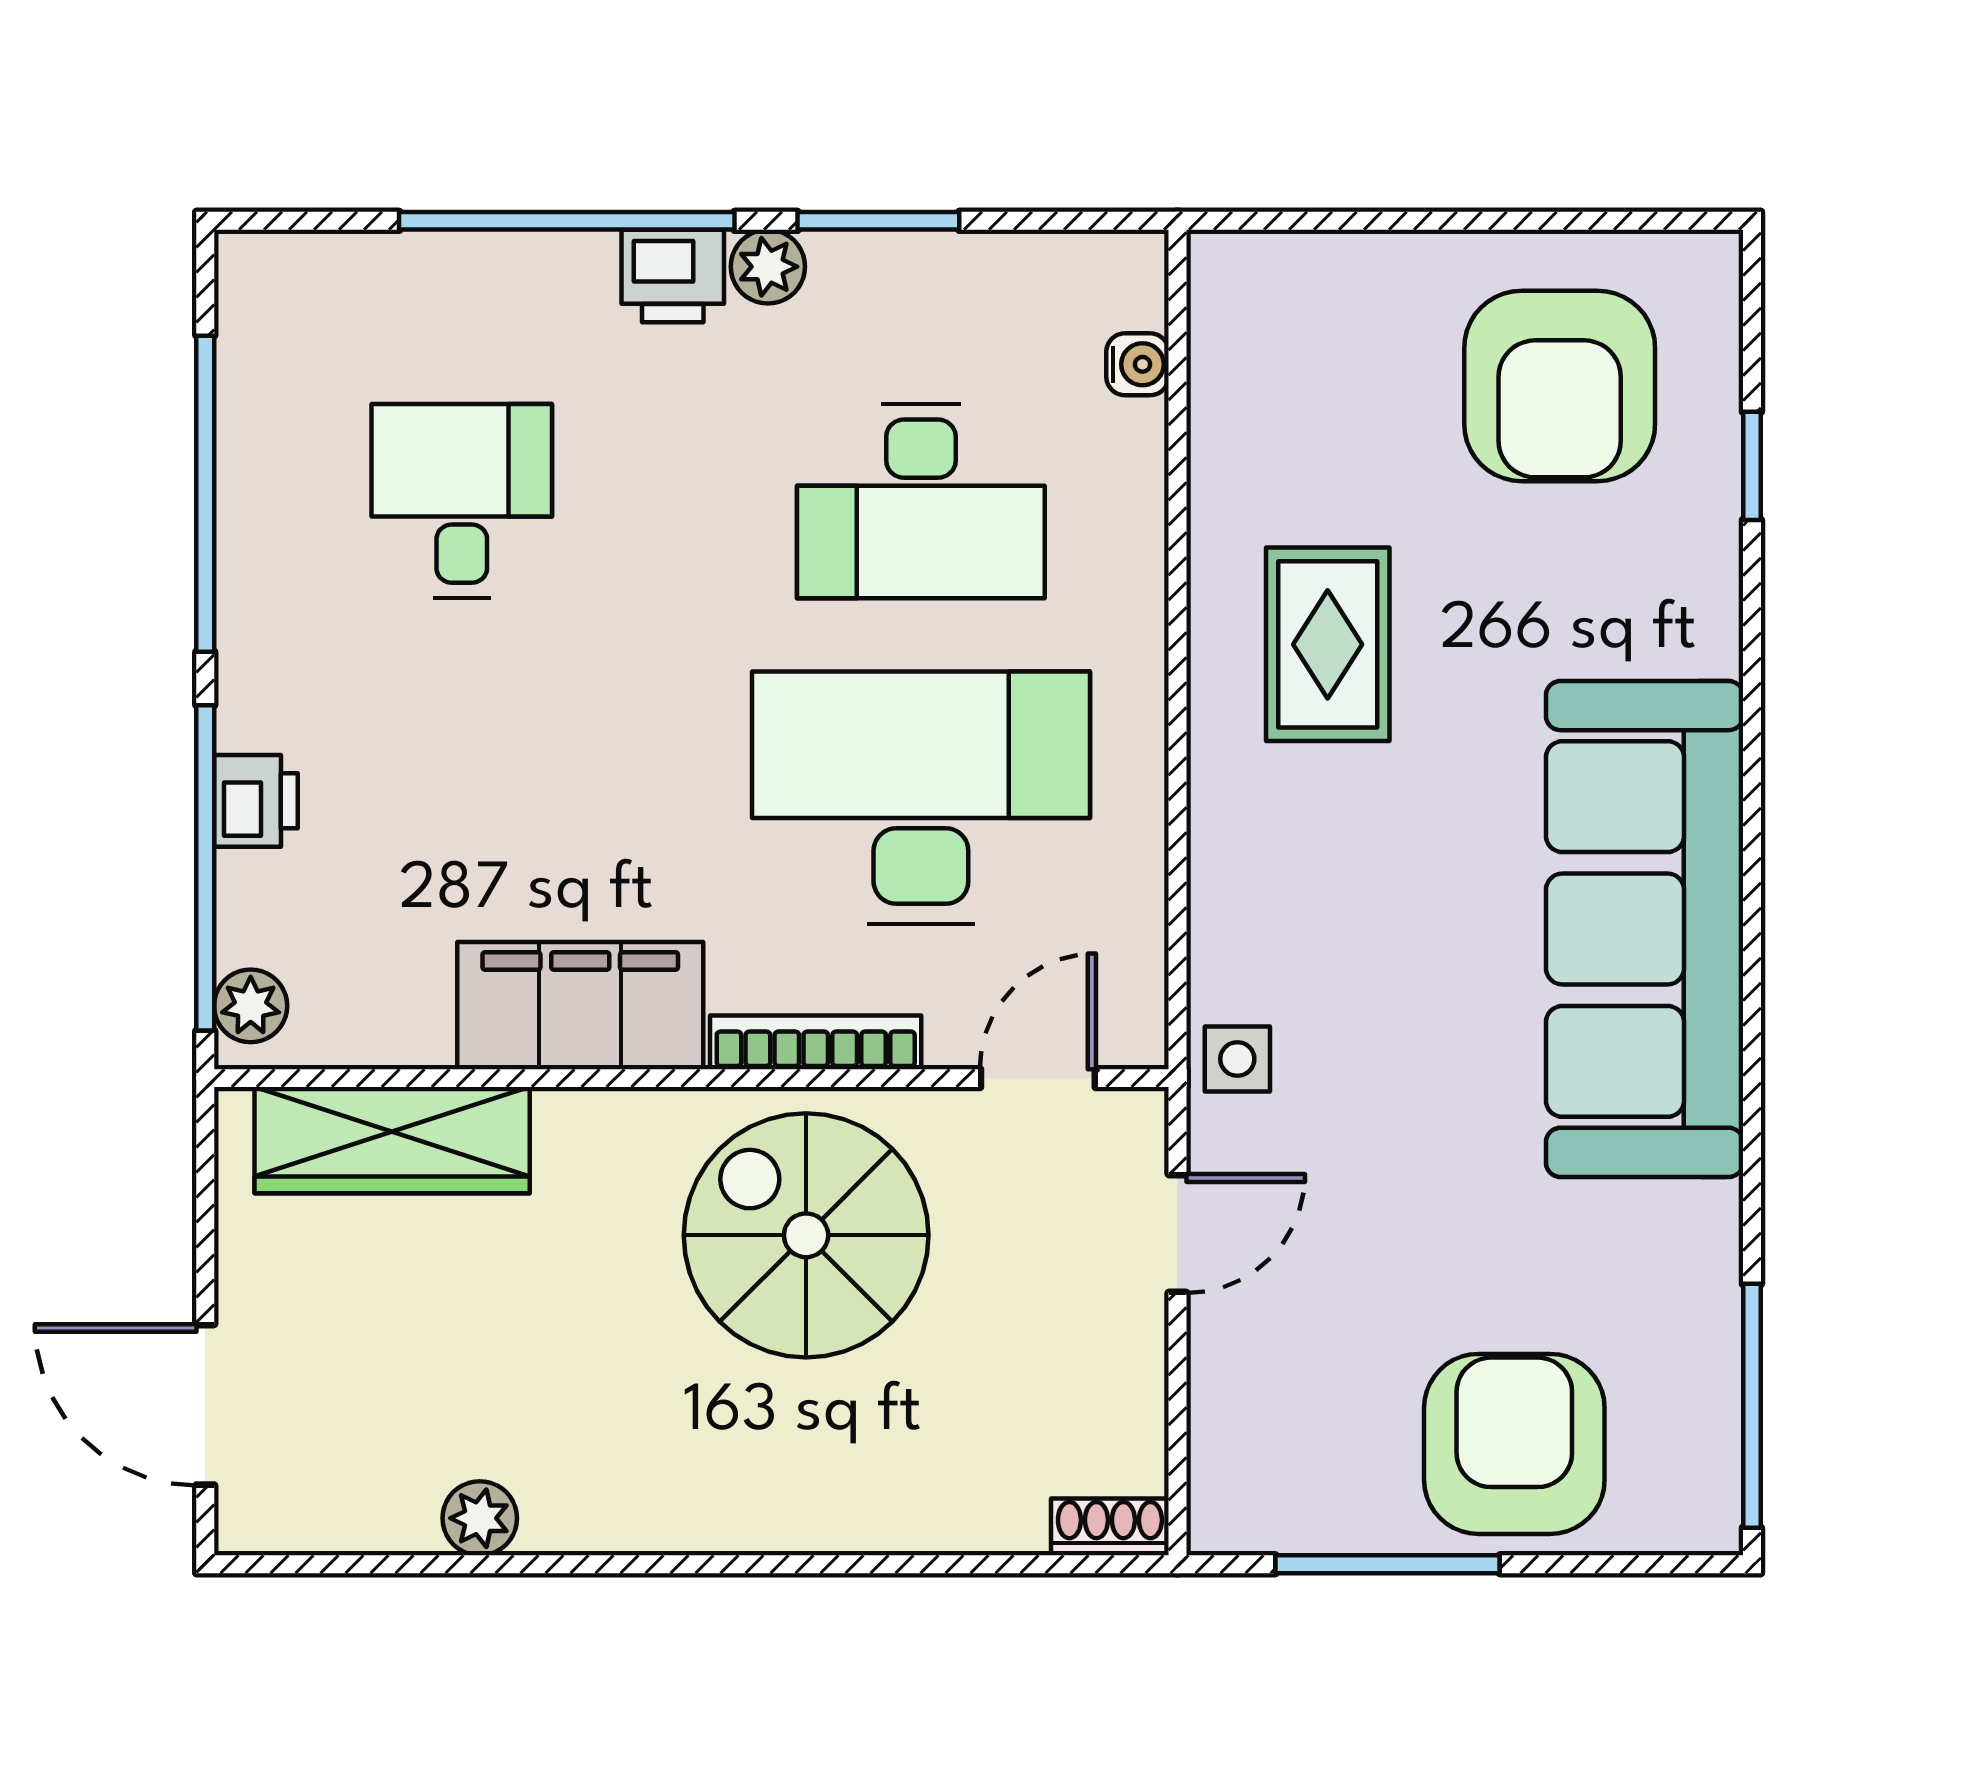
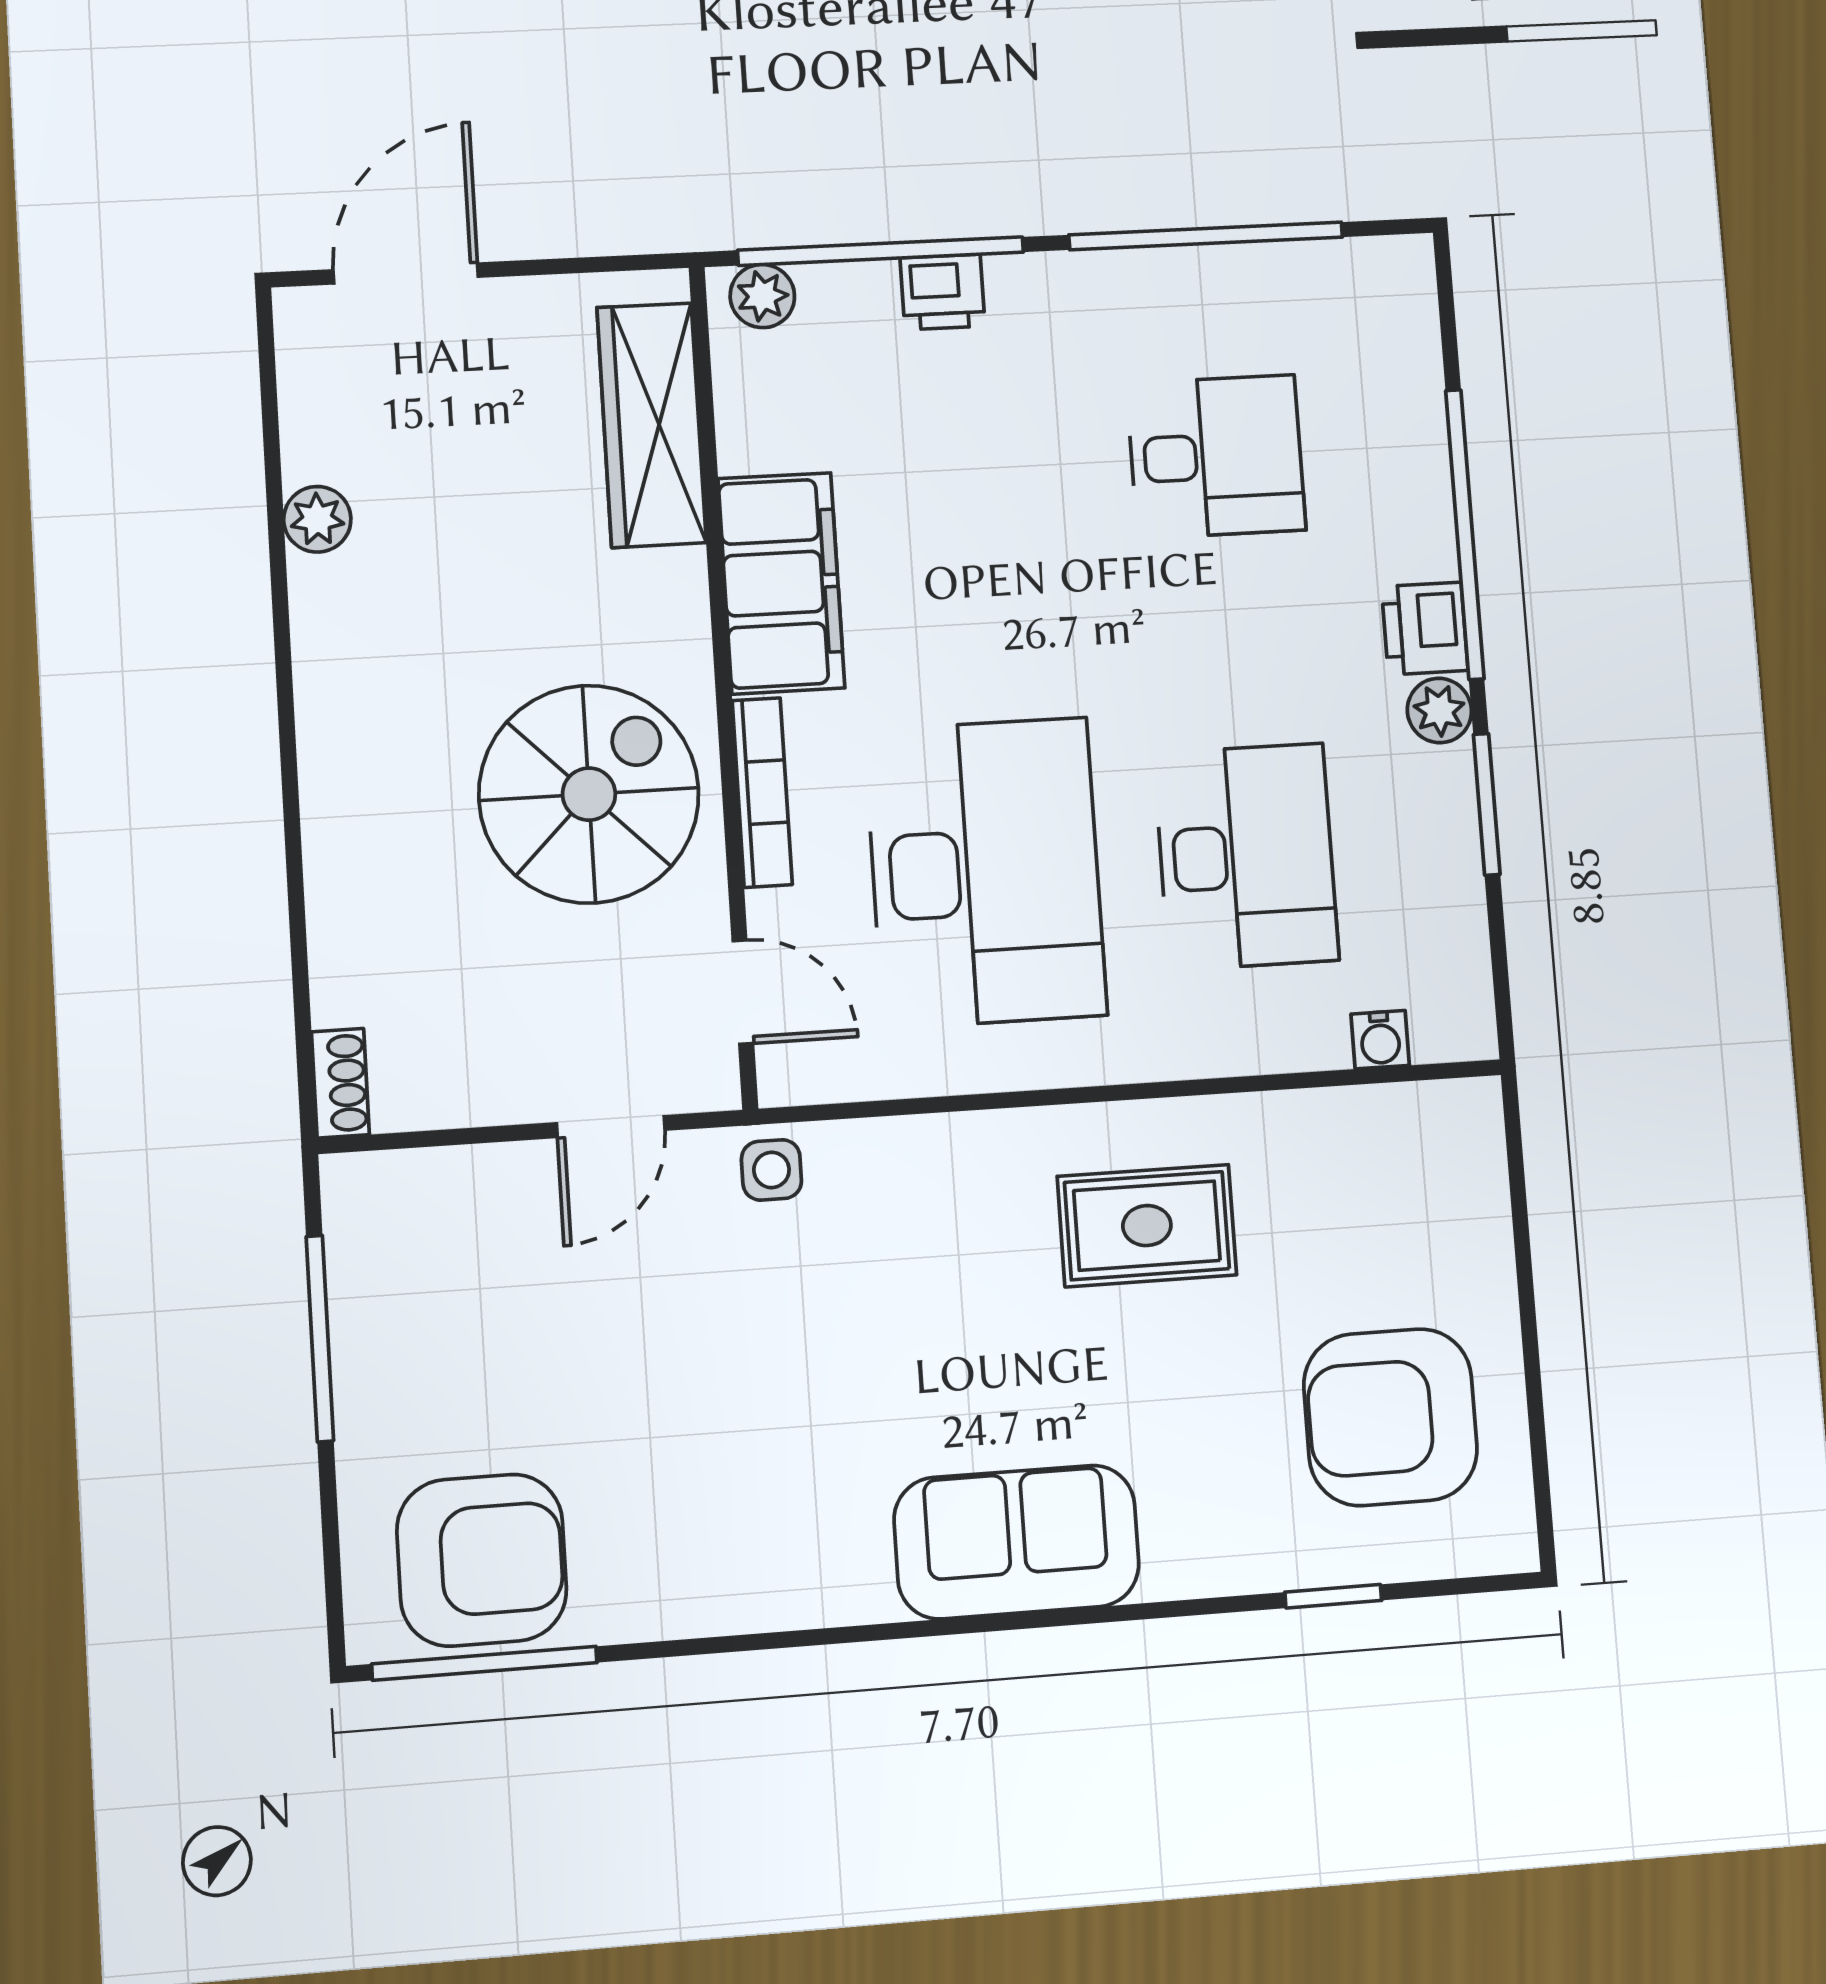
desk: (921, 501) -> (1246, 856), turned 180
sofa: (1645, 929) -> (1017, 1542), width x0.54, depth x0.79
door: (1177, 1233) -> (611, 1127), hinge flipped
armchair: (1514, 1444) -> (482, 1560), moved

